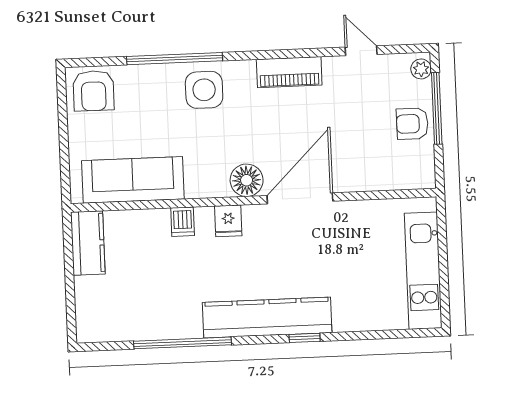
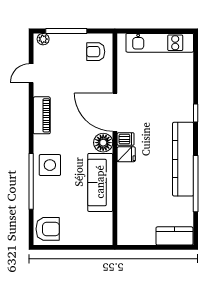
armchair: (412, 124) -> (96, 52), moved, turned 90
sofa: (133, 180) -> (100, 182), moved
dishwasher: (183, 222) -> (126, 139), moved
kitchen counter: (88, 243) -> (174, 236), moved
kitchen counter: (267, 318) -> (183, 159), moved

